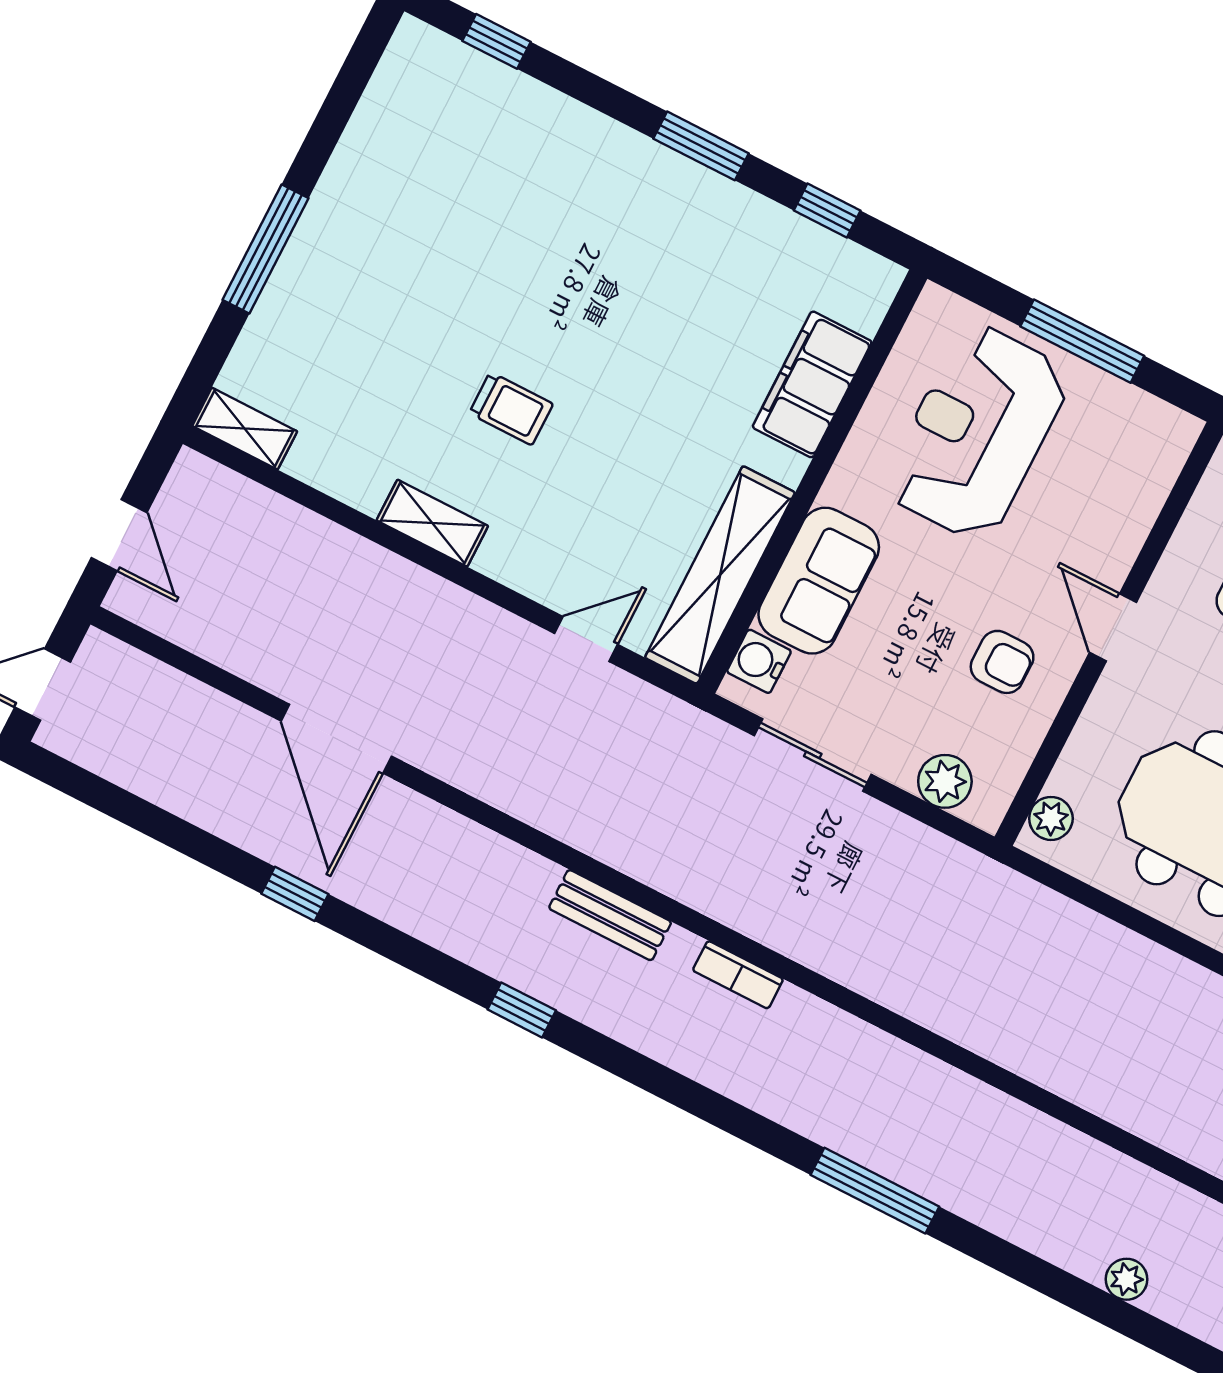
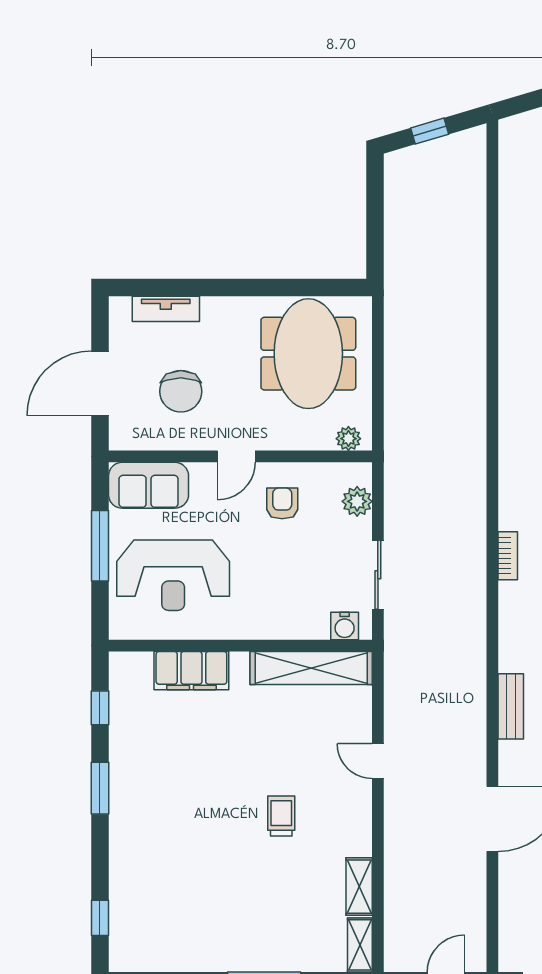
shelving: (432, 523) -> (359, 887), moved
sofa: (819, 581) -> (149, 485), moved, turned 180
door: (586, 639) -> (378, 761), moved
bench: (610, 915) -> (511, 706), moved

